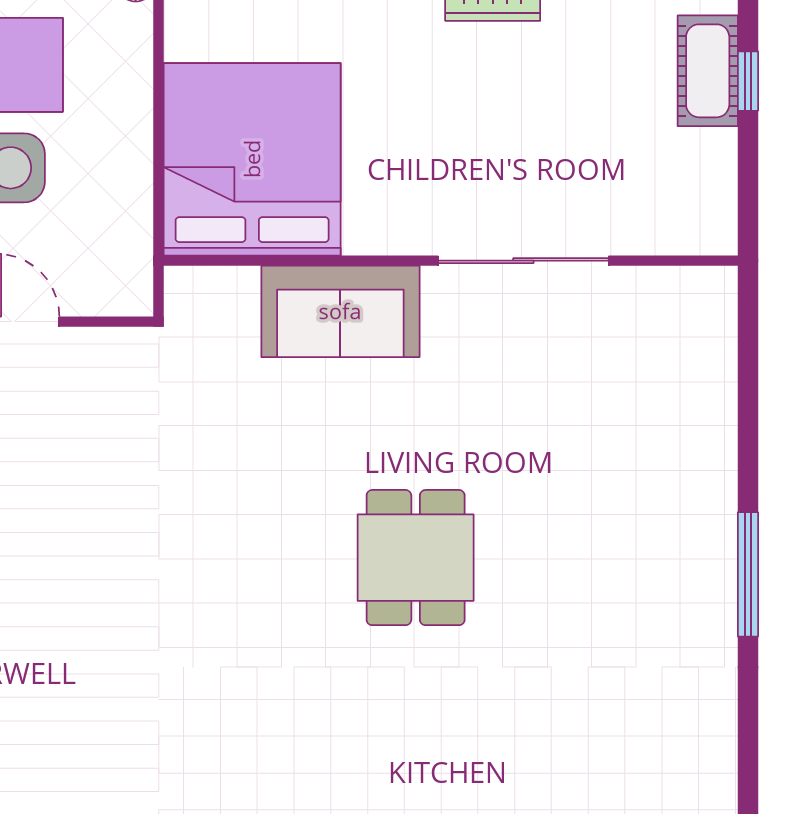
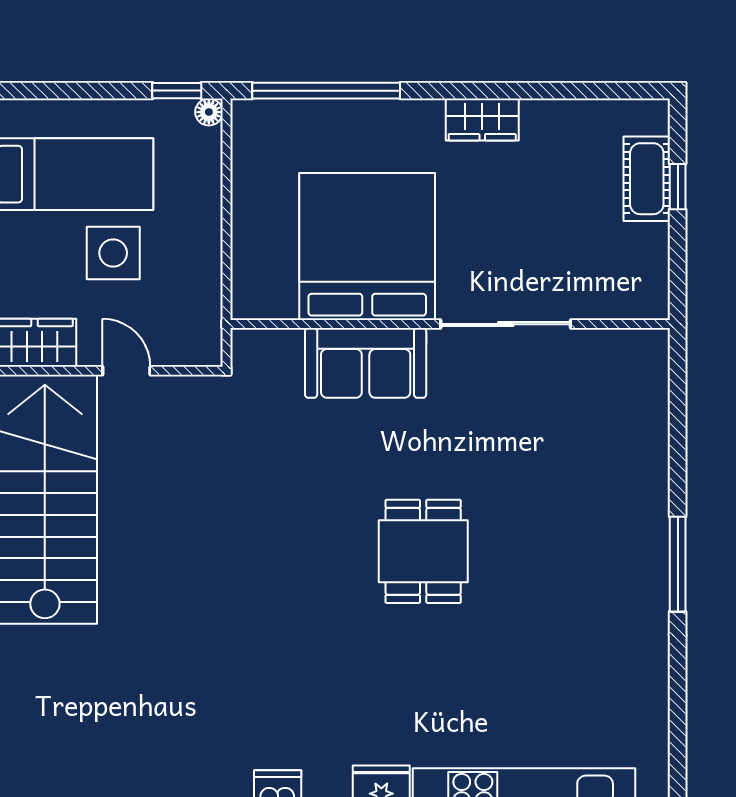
bed: (252, 159) -> (367, 246), moved

